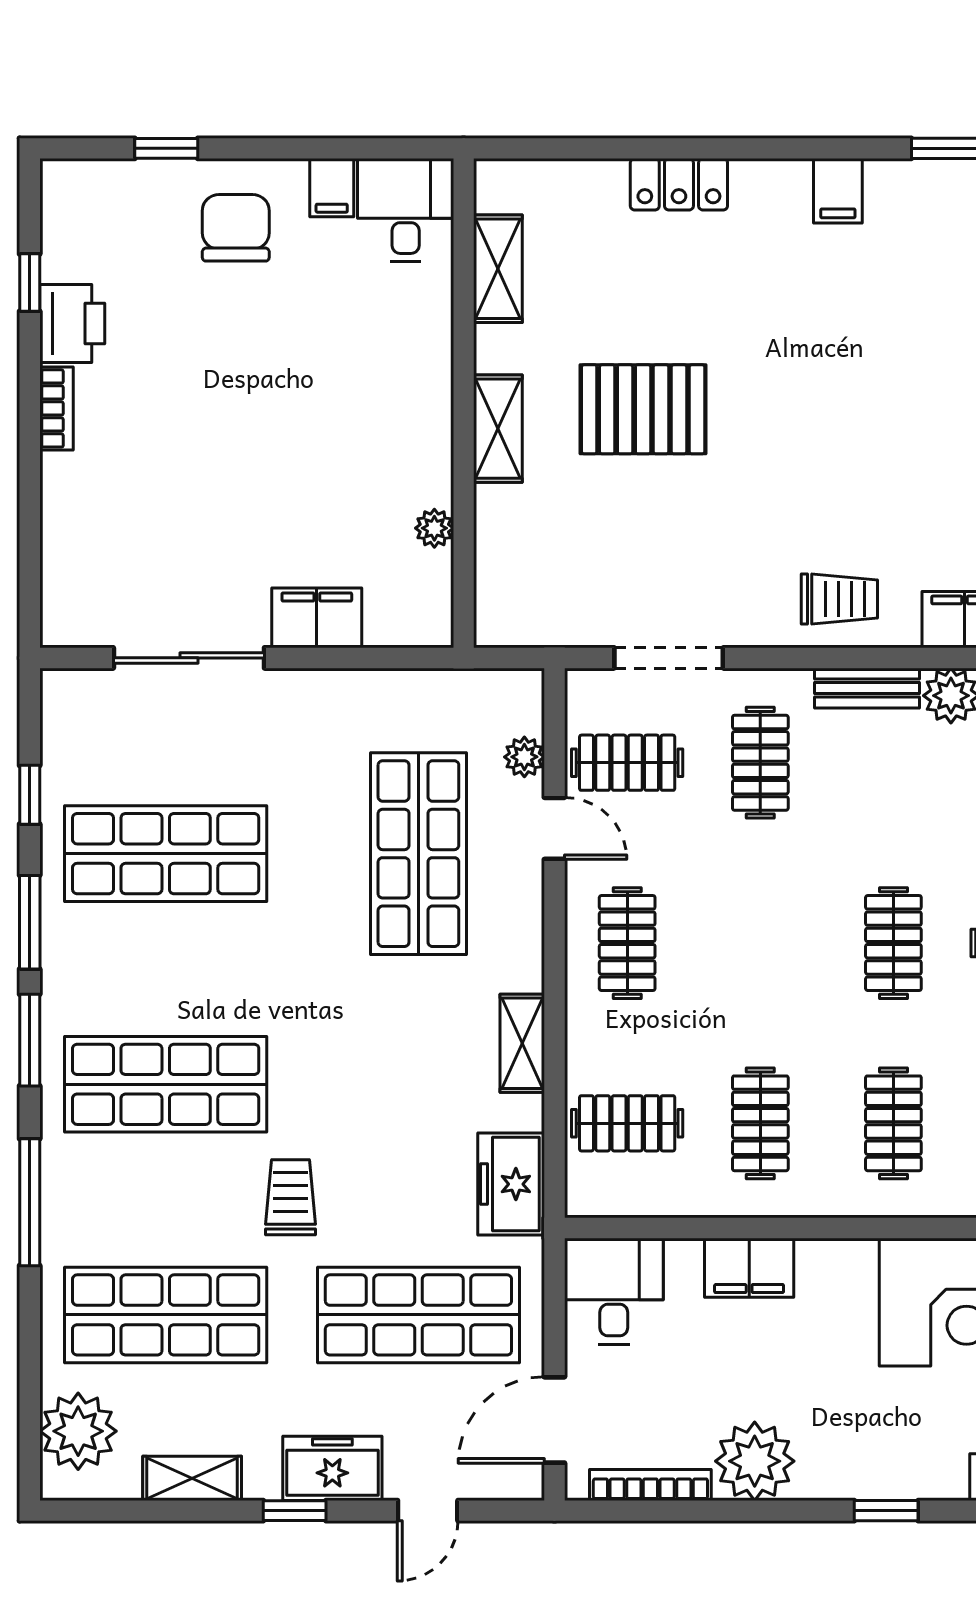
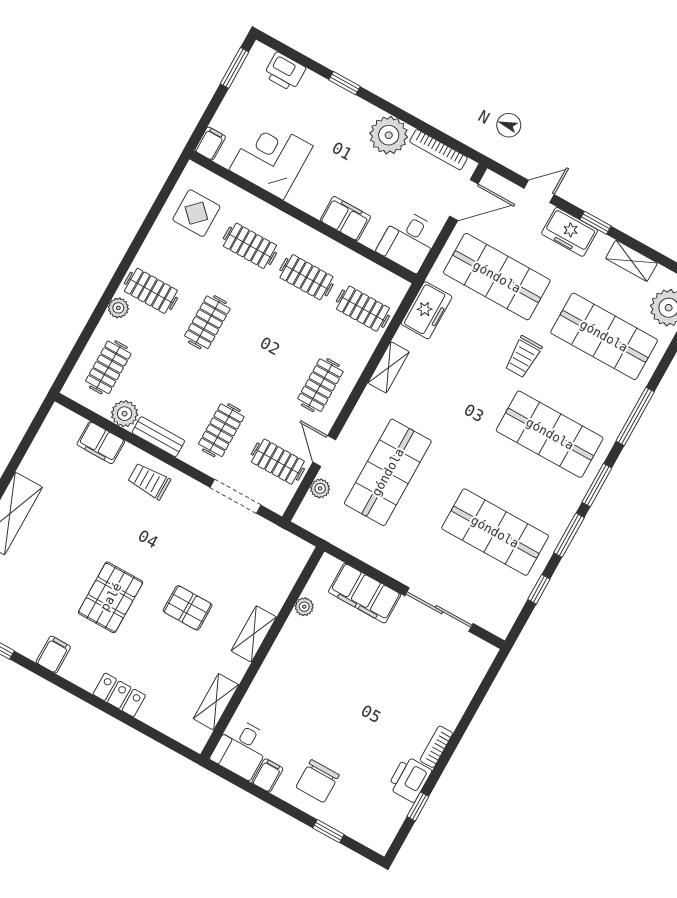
pallet: (792, 351) -> (111, 597), added
pallet: (643, 409) -> (188, 608), width x0.67, depth x0.71
filing cabinet: (317, 618) -> (365, 593), width x1.50, depth x1.17
clothes rail: (760, 1123) -> (306, 277), turned 90
clothes rail: (893, 1123) -> (250, 246), turned 90

